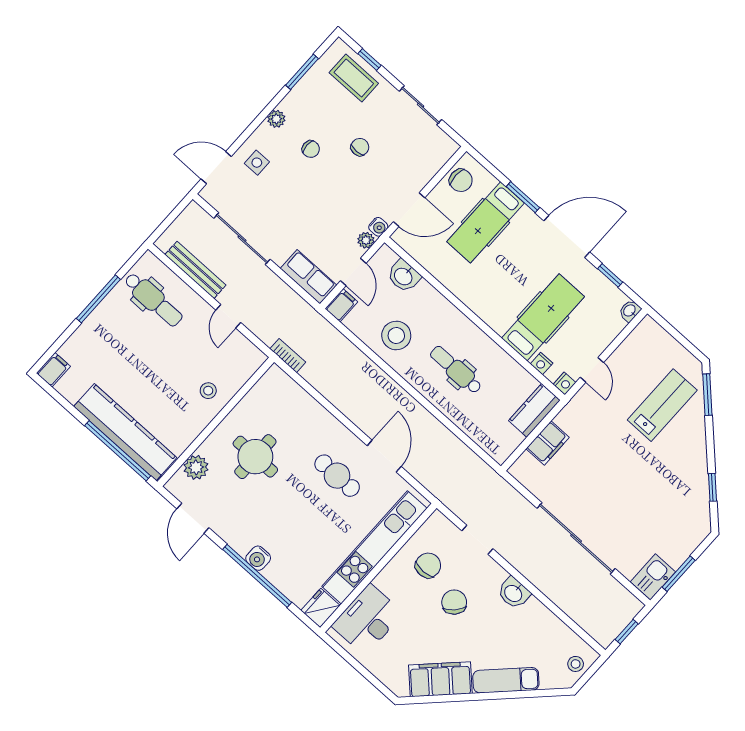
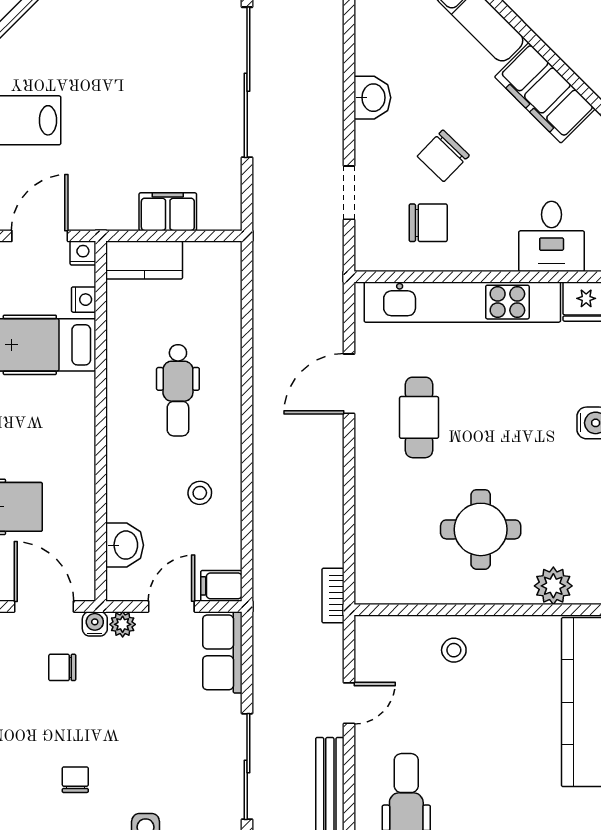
chair: (360, 147) -> (62, 667), moved
stool: (396, 336) -> (200, 493), width x0.53, depth x0.53
door: (592, 370) -> (40, 236), width x1.38
chair: (428, 565) -> (428, 223), turned 180
desk: (367, 620) -> (552, 236), width x0.73

